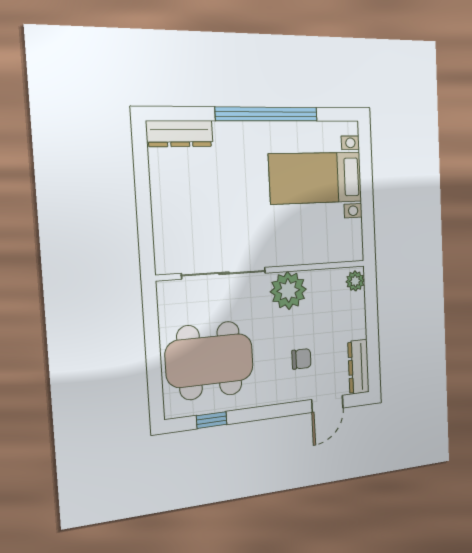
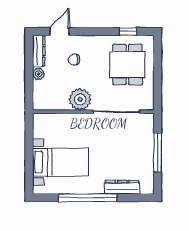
dresser: (180, 134) -> (122, 187), moved
window: (143, 201) -> (158, 152), added
plant: (355, 281) -> (39, 74), moved
dining table: (210, 360) -> (127, 65), width x0.73

